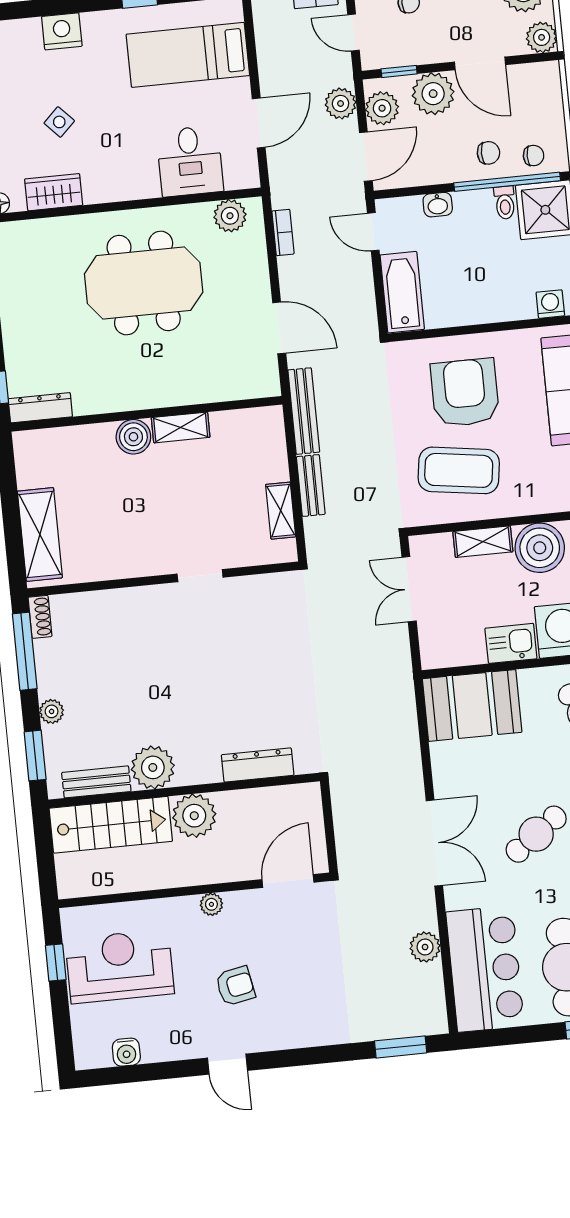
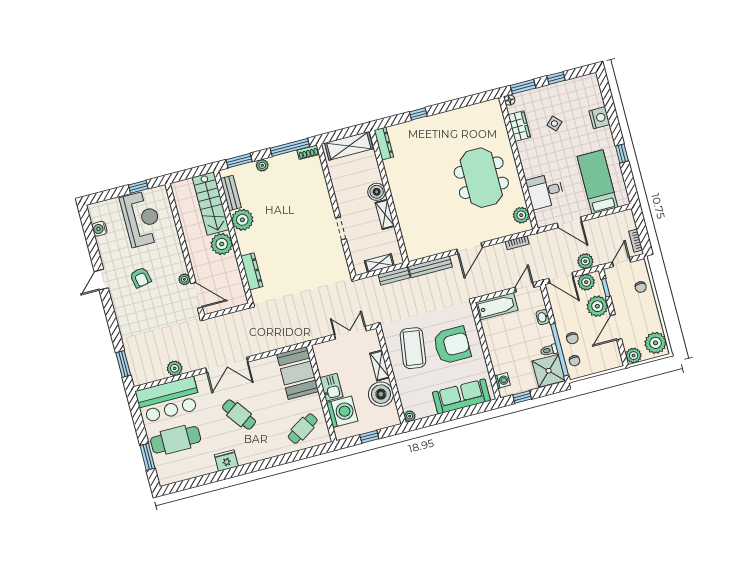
dresser: (40, 408) -> (384, 144), moved
wall: (147, 414) -> (389, 196), moved
shelving: (181, 427) -> (385, 214), moved
boiler: (133, 437) -> (377, 192), moved
plant: (211, 904) -> (184, 279), moved

